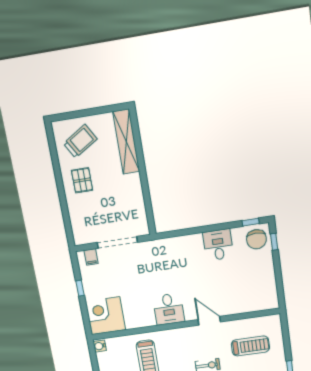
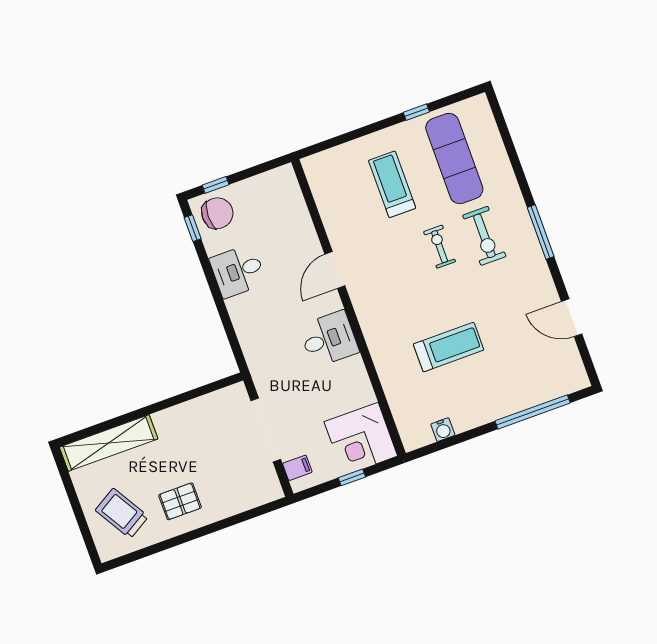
desk: (169, 309) -> (329, 339), moved
corner desk: (106, 316) -> (361, 439), moved
door: (209, 321) -> (335, 270), moved
wall: (185, 324) -> (349, 308), moved

